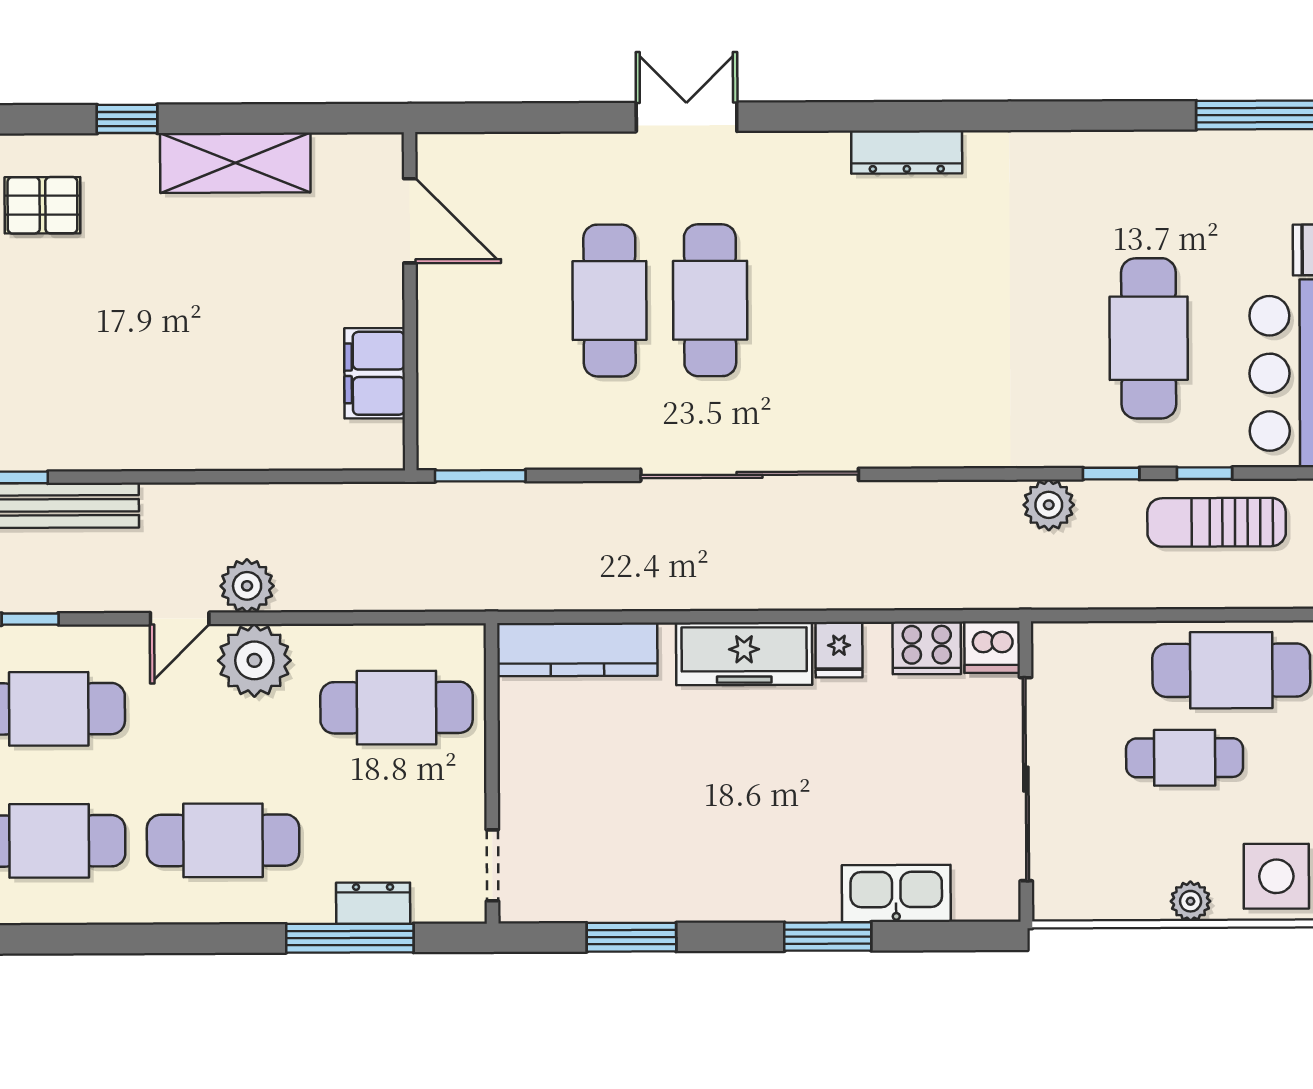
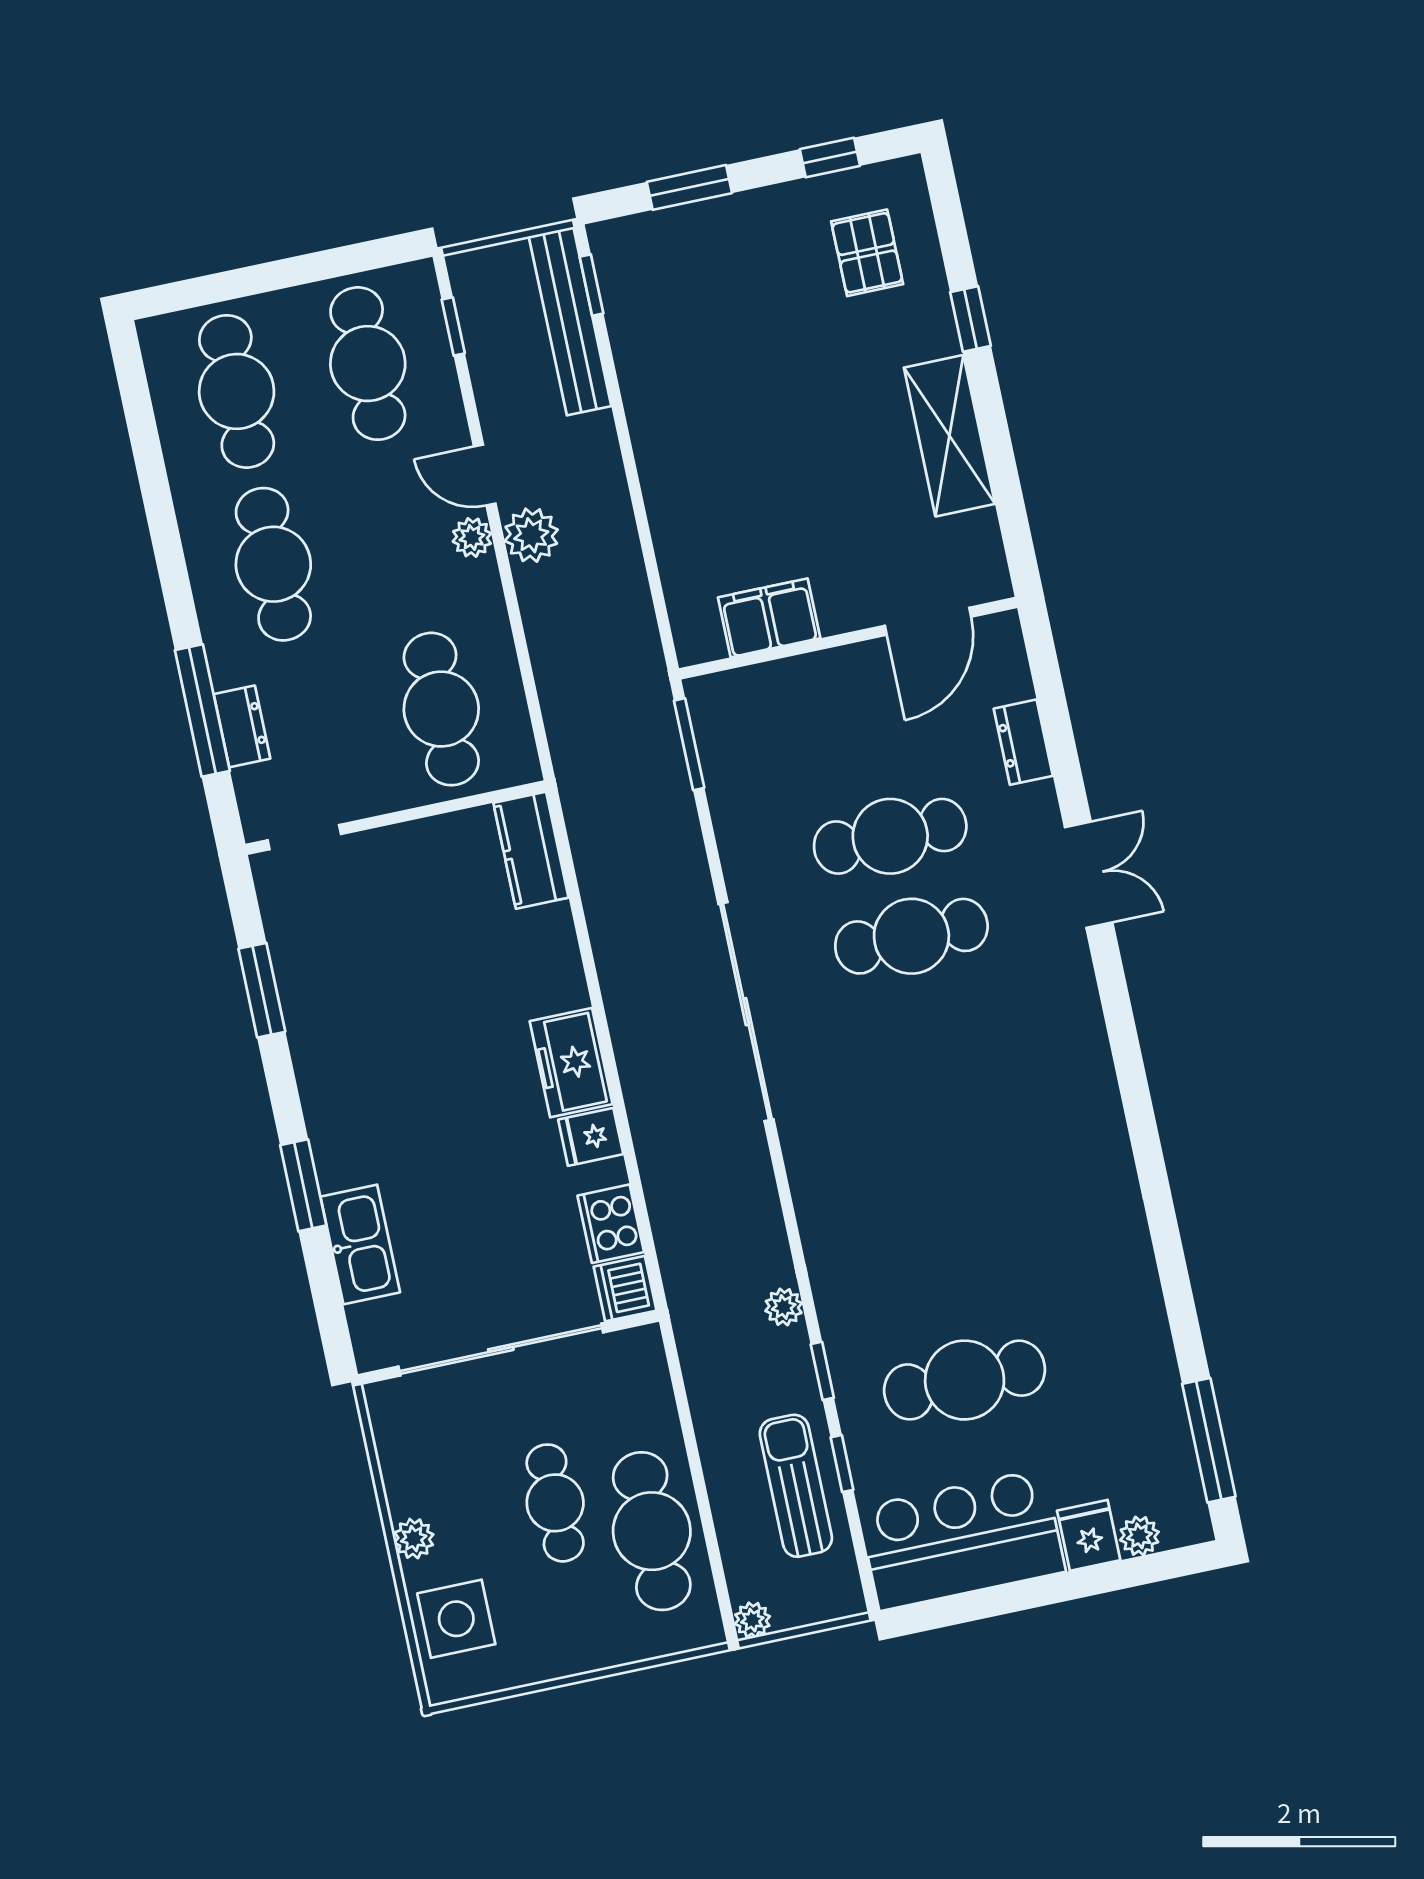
dresser: (907, 152) -> (1023, 742), moved, width x0.70
plant: (1049, 505) -> (784, 1307), width x0.73, depth x0.73
kitchen counter: (577, 649) -> (531, 850), width x0.67
freezer: (744, 654) -> (571, 1063), width x0.71
plant: (254, 660) -> (472, 537), width x0.53, depth x0.53

